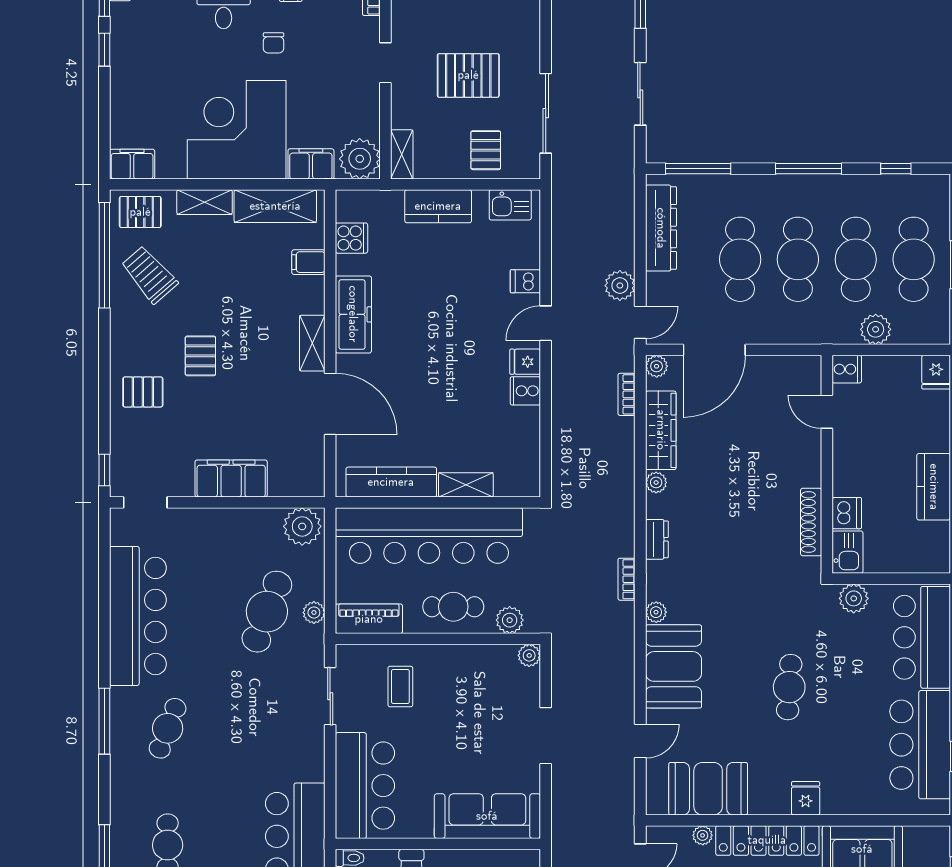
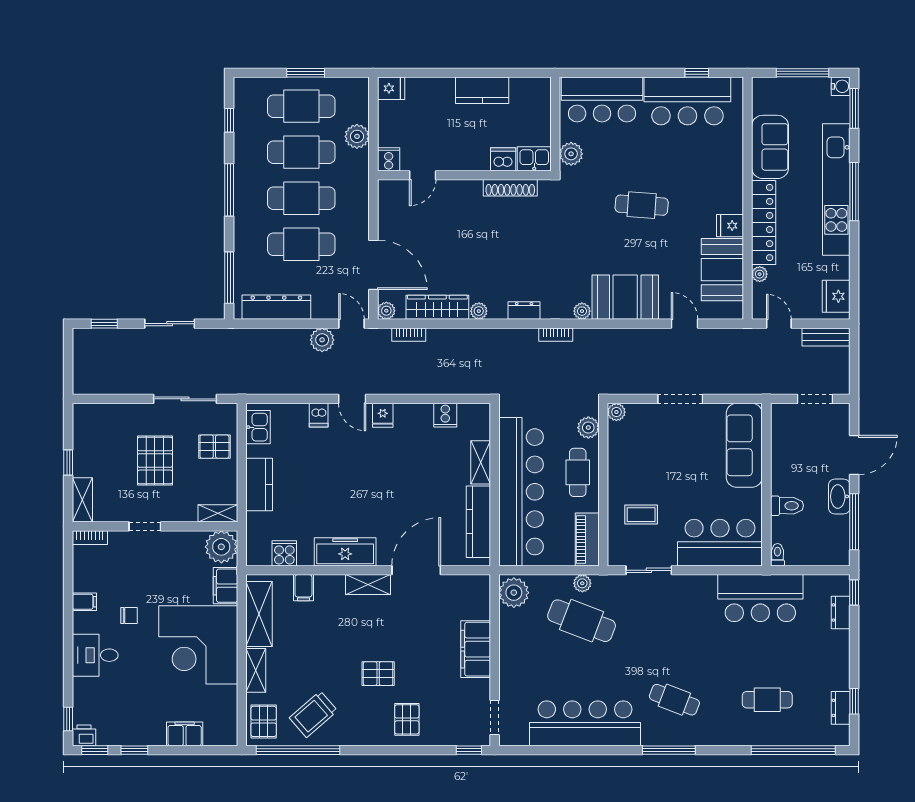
filing cabinet: (132, 164) -> (185, 734), moved, turned 90
cooker: (525, 391) -> (445, 415), moved
fridge: (806, 798) -> (730, 226), moved

